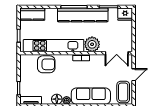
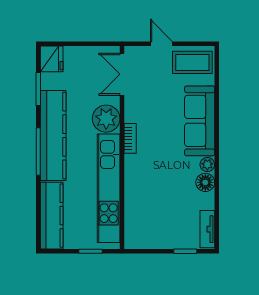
kitchen counter: (32, 14) -> (52, 216), width x1.50
double door: (117, 53) -> (122, 74), swing flipped
armchair: (46, 64) -> (142, 201), removed

